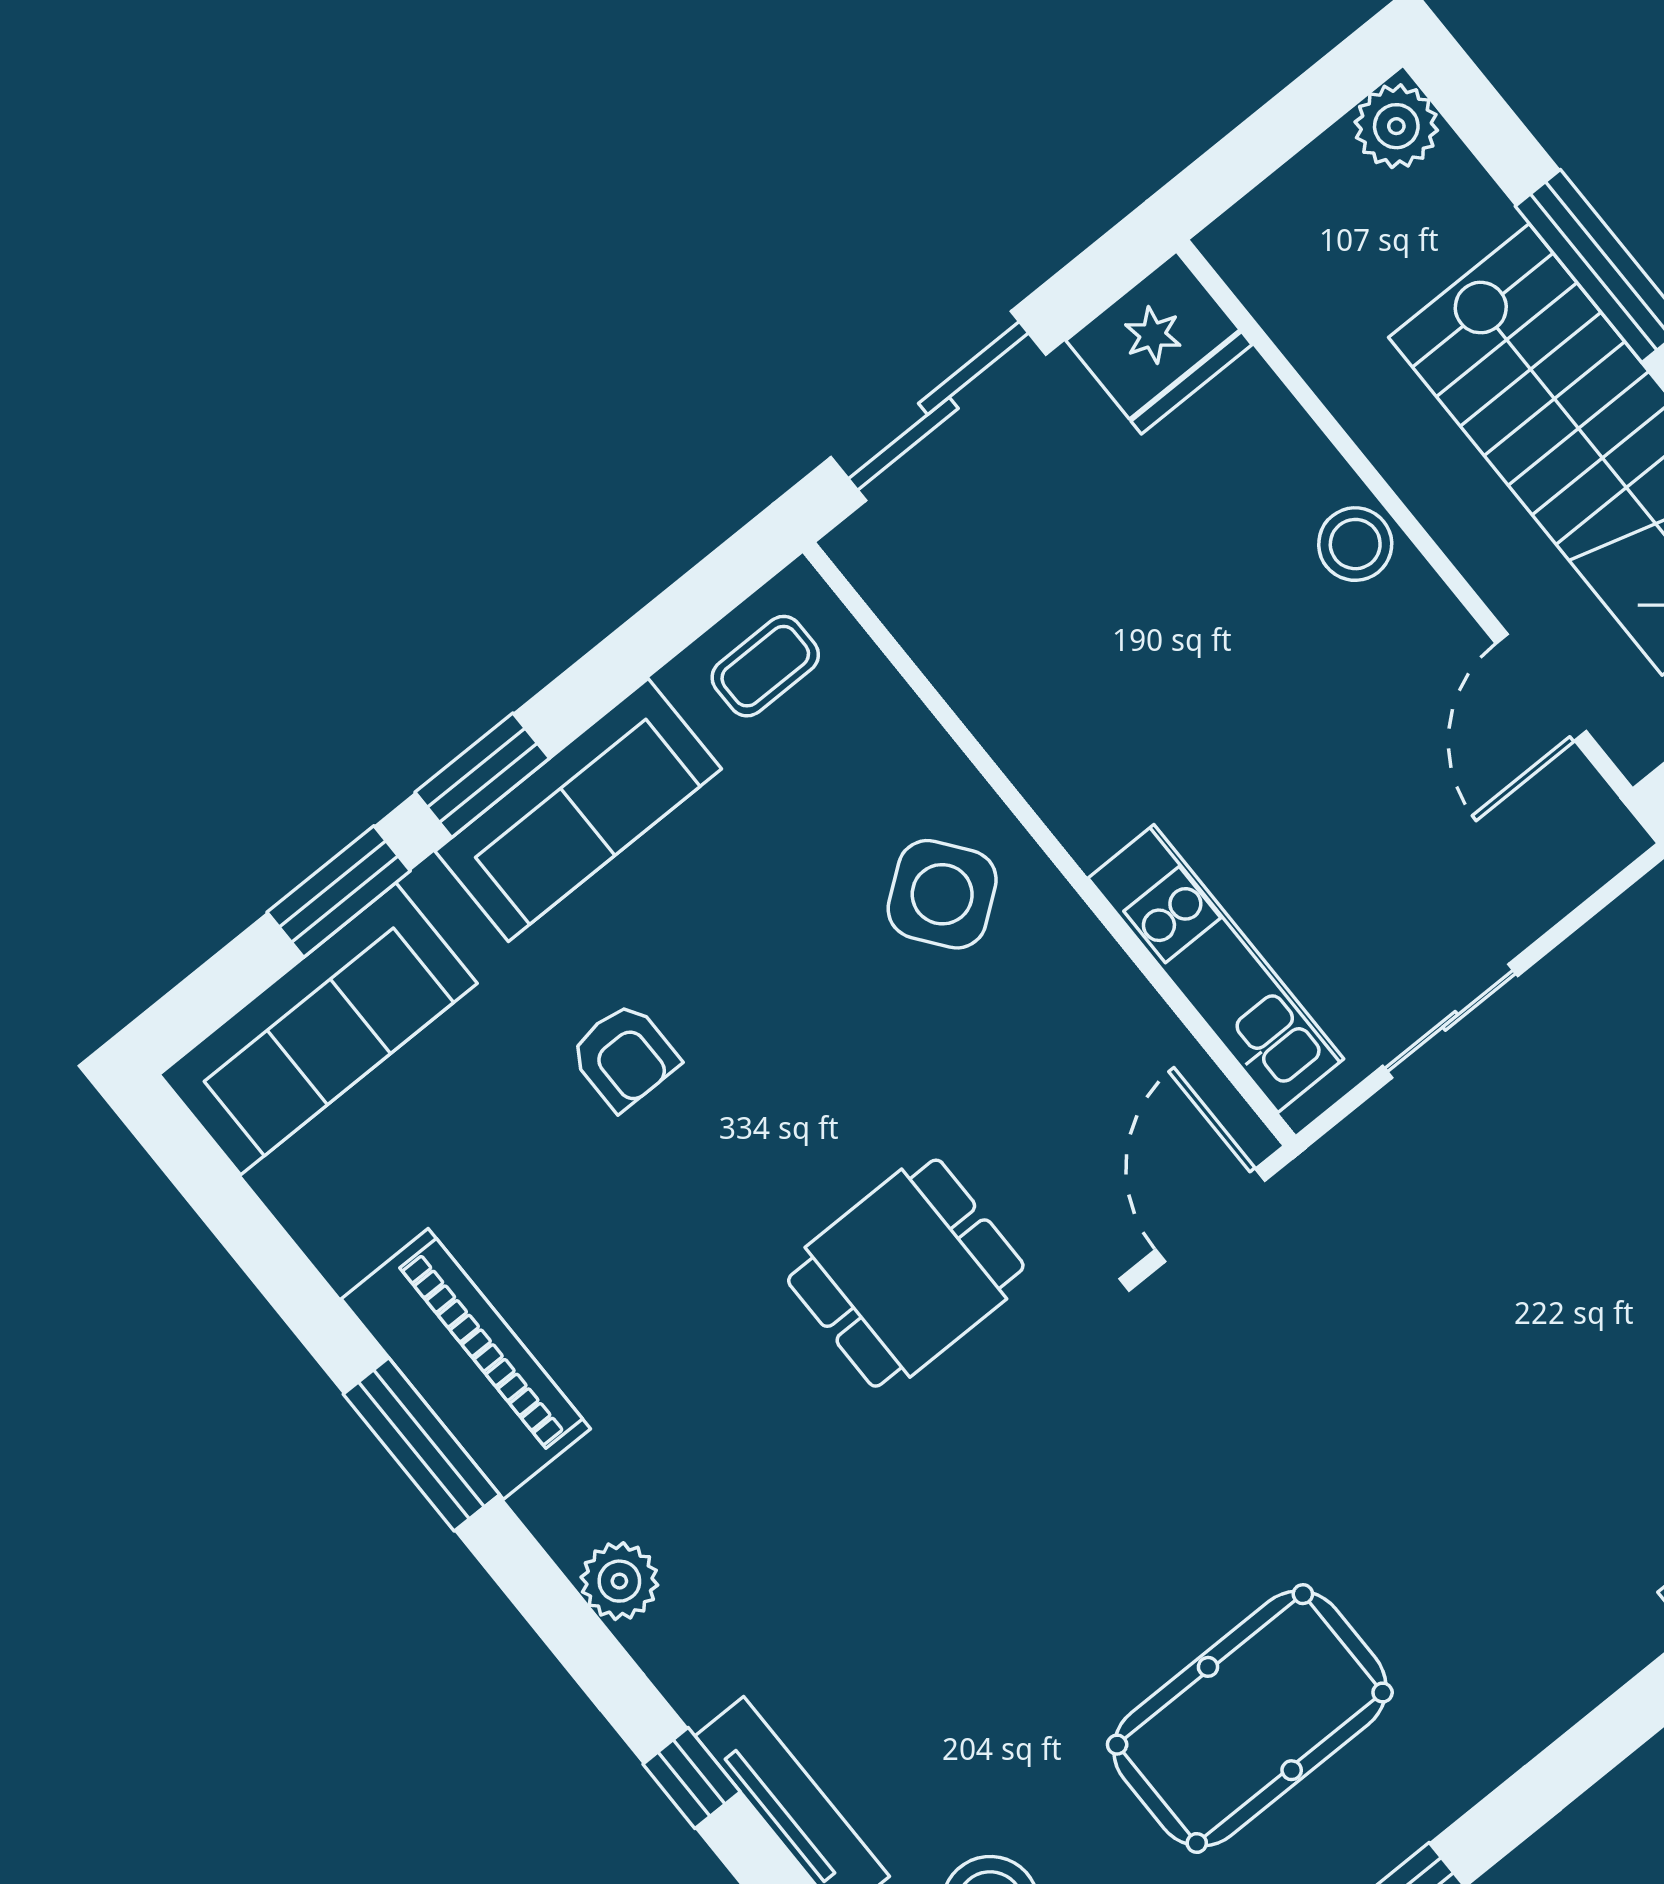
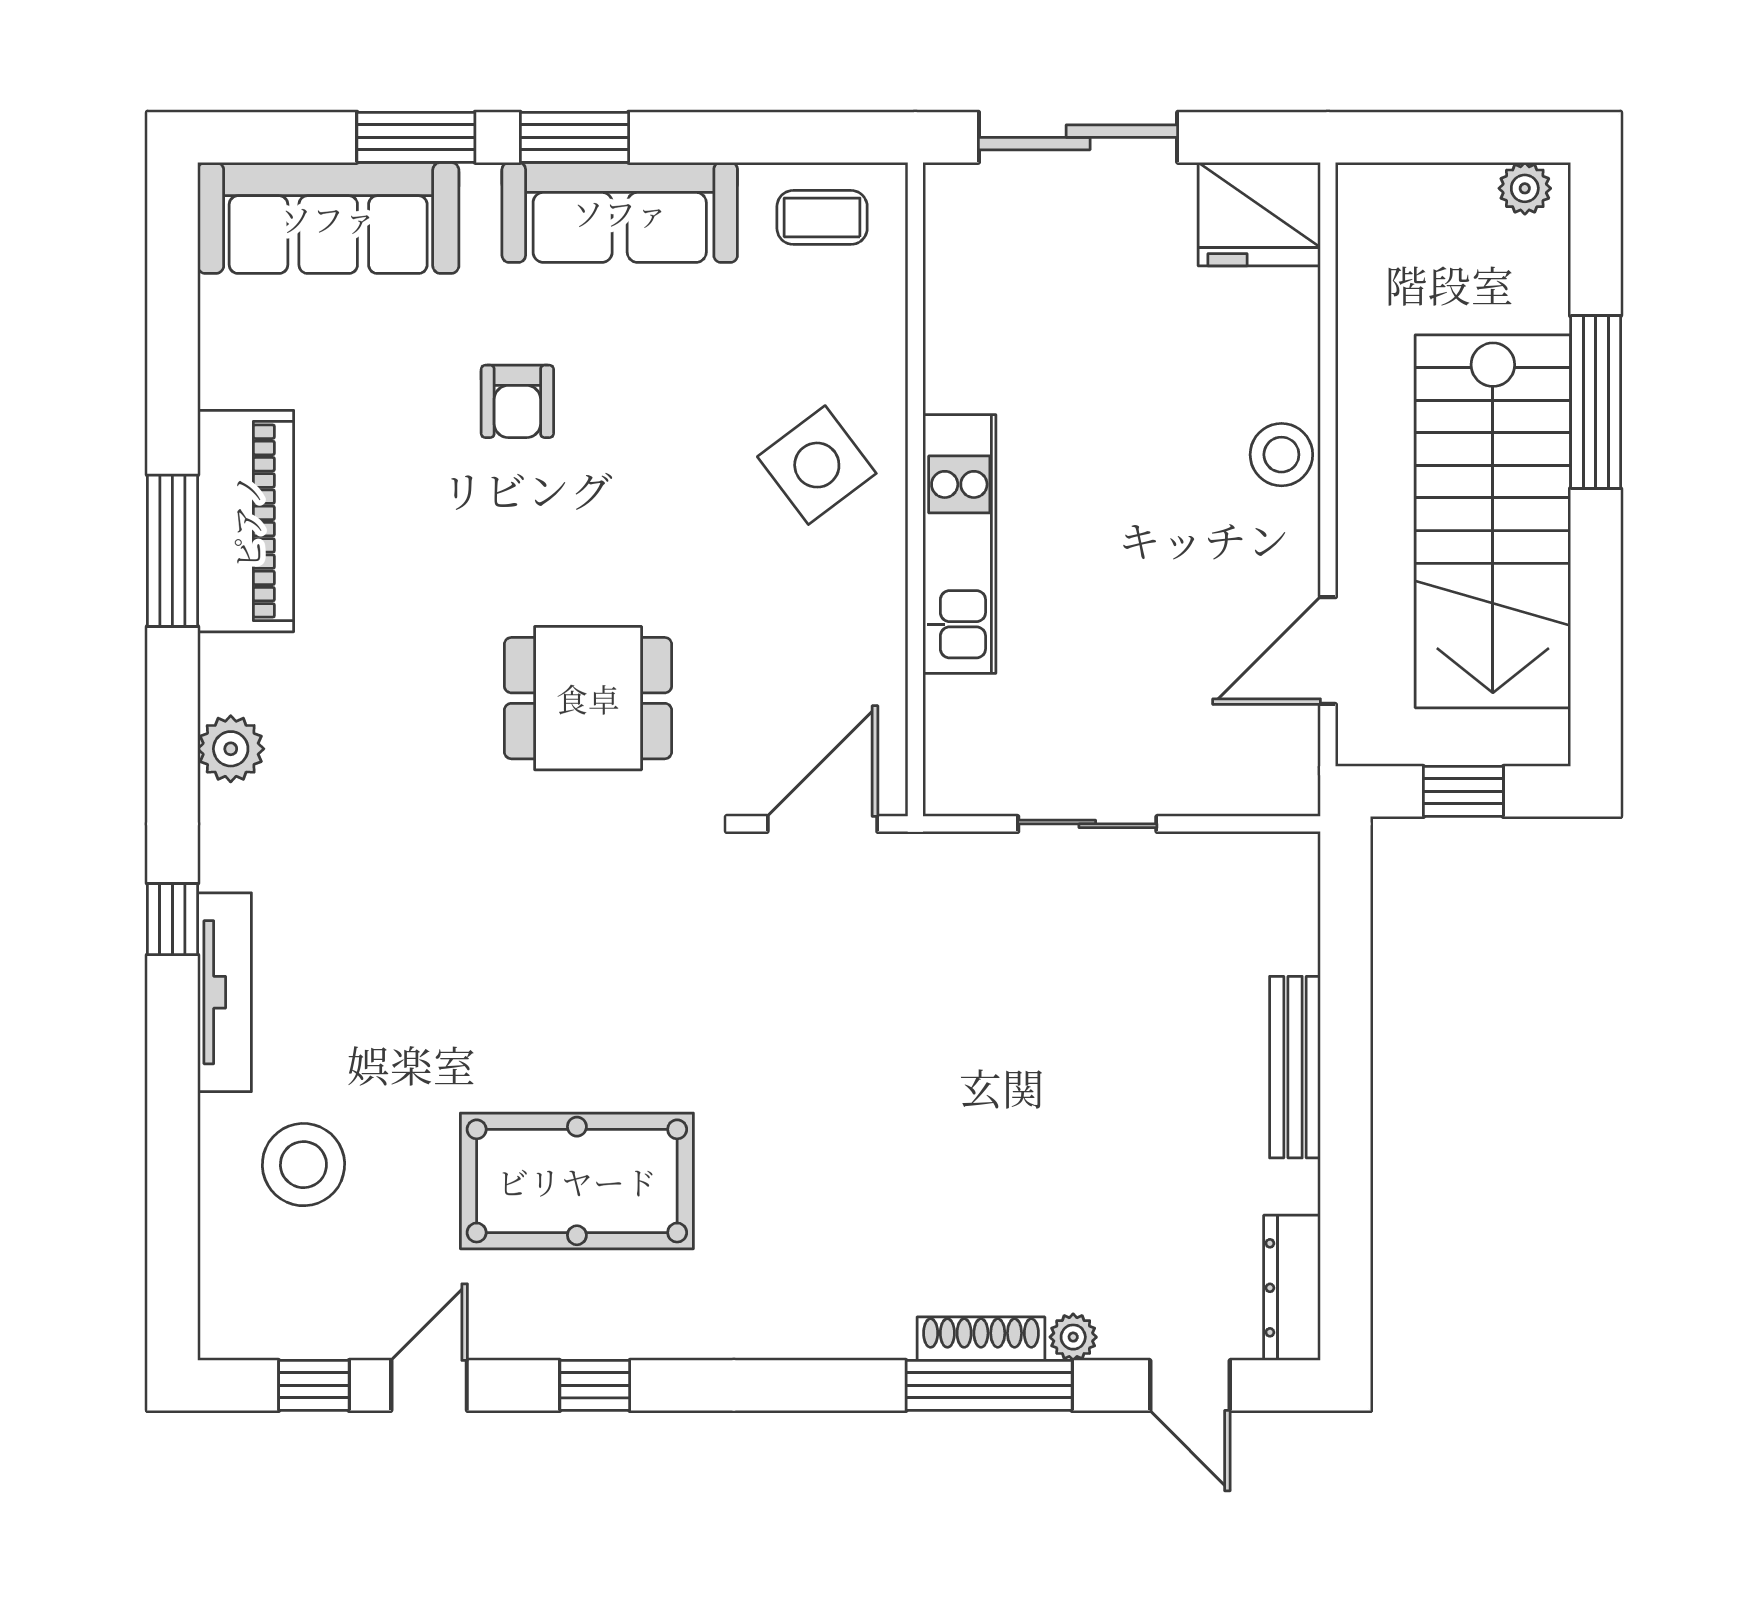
plant: (1396, 126) -> (1525, 188), width x0.73, depth x0.73
kitchen unit: (1216, 968) -> (959, 544), moved

